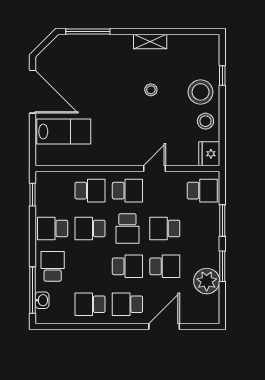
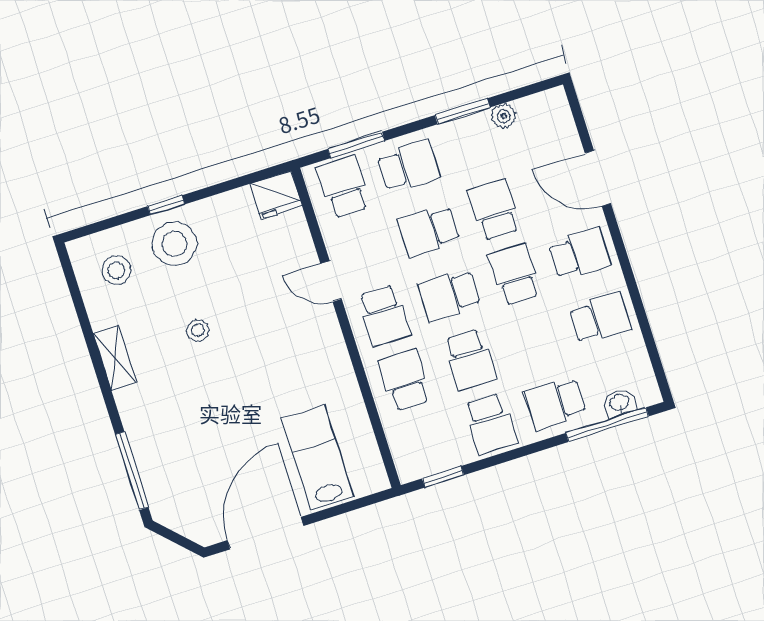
window: (222, 76) -> (166, 205), moved
stool: (205, 121) -> (116, 270), moved
school desk: (127, 191) -> (384, 316), turned 180
window: (222, 220) -> (356, 145), moved
school desk: (127, 228) -> (449, 295), turned 180
school desk: (165, 228) -> (429, 231), turned 90
school desk: (202, 228) -> (408, 166), added
plant: (207, 281) -> (504, 116), width x0.53, depth x0.53
school desk: (90, 304) -> (600, 318), turned -90
school desk: (127, 304) -> (580, 254), turned -90

